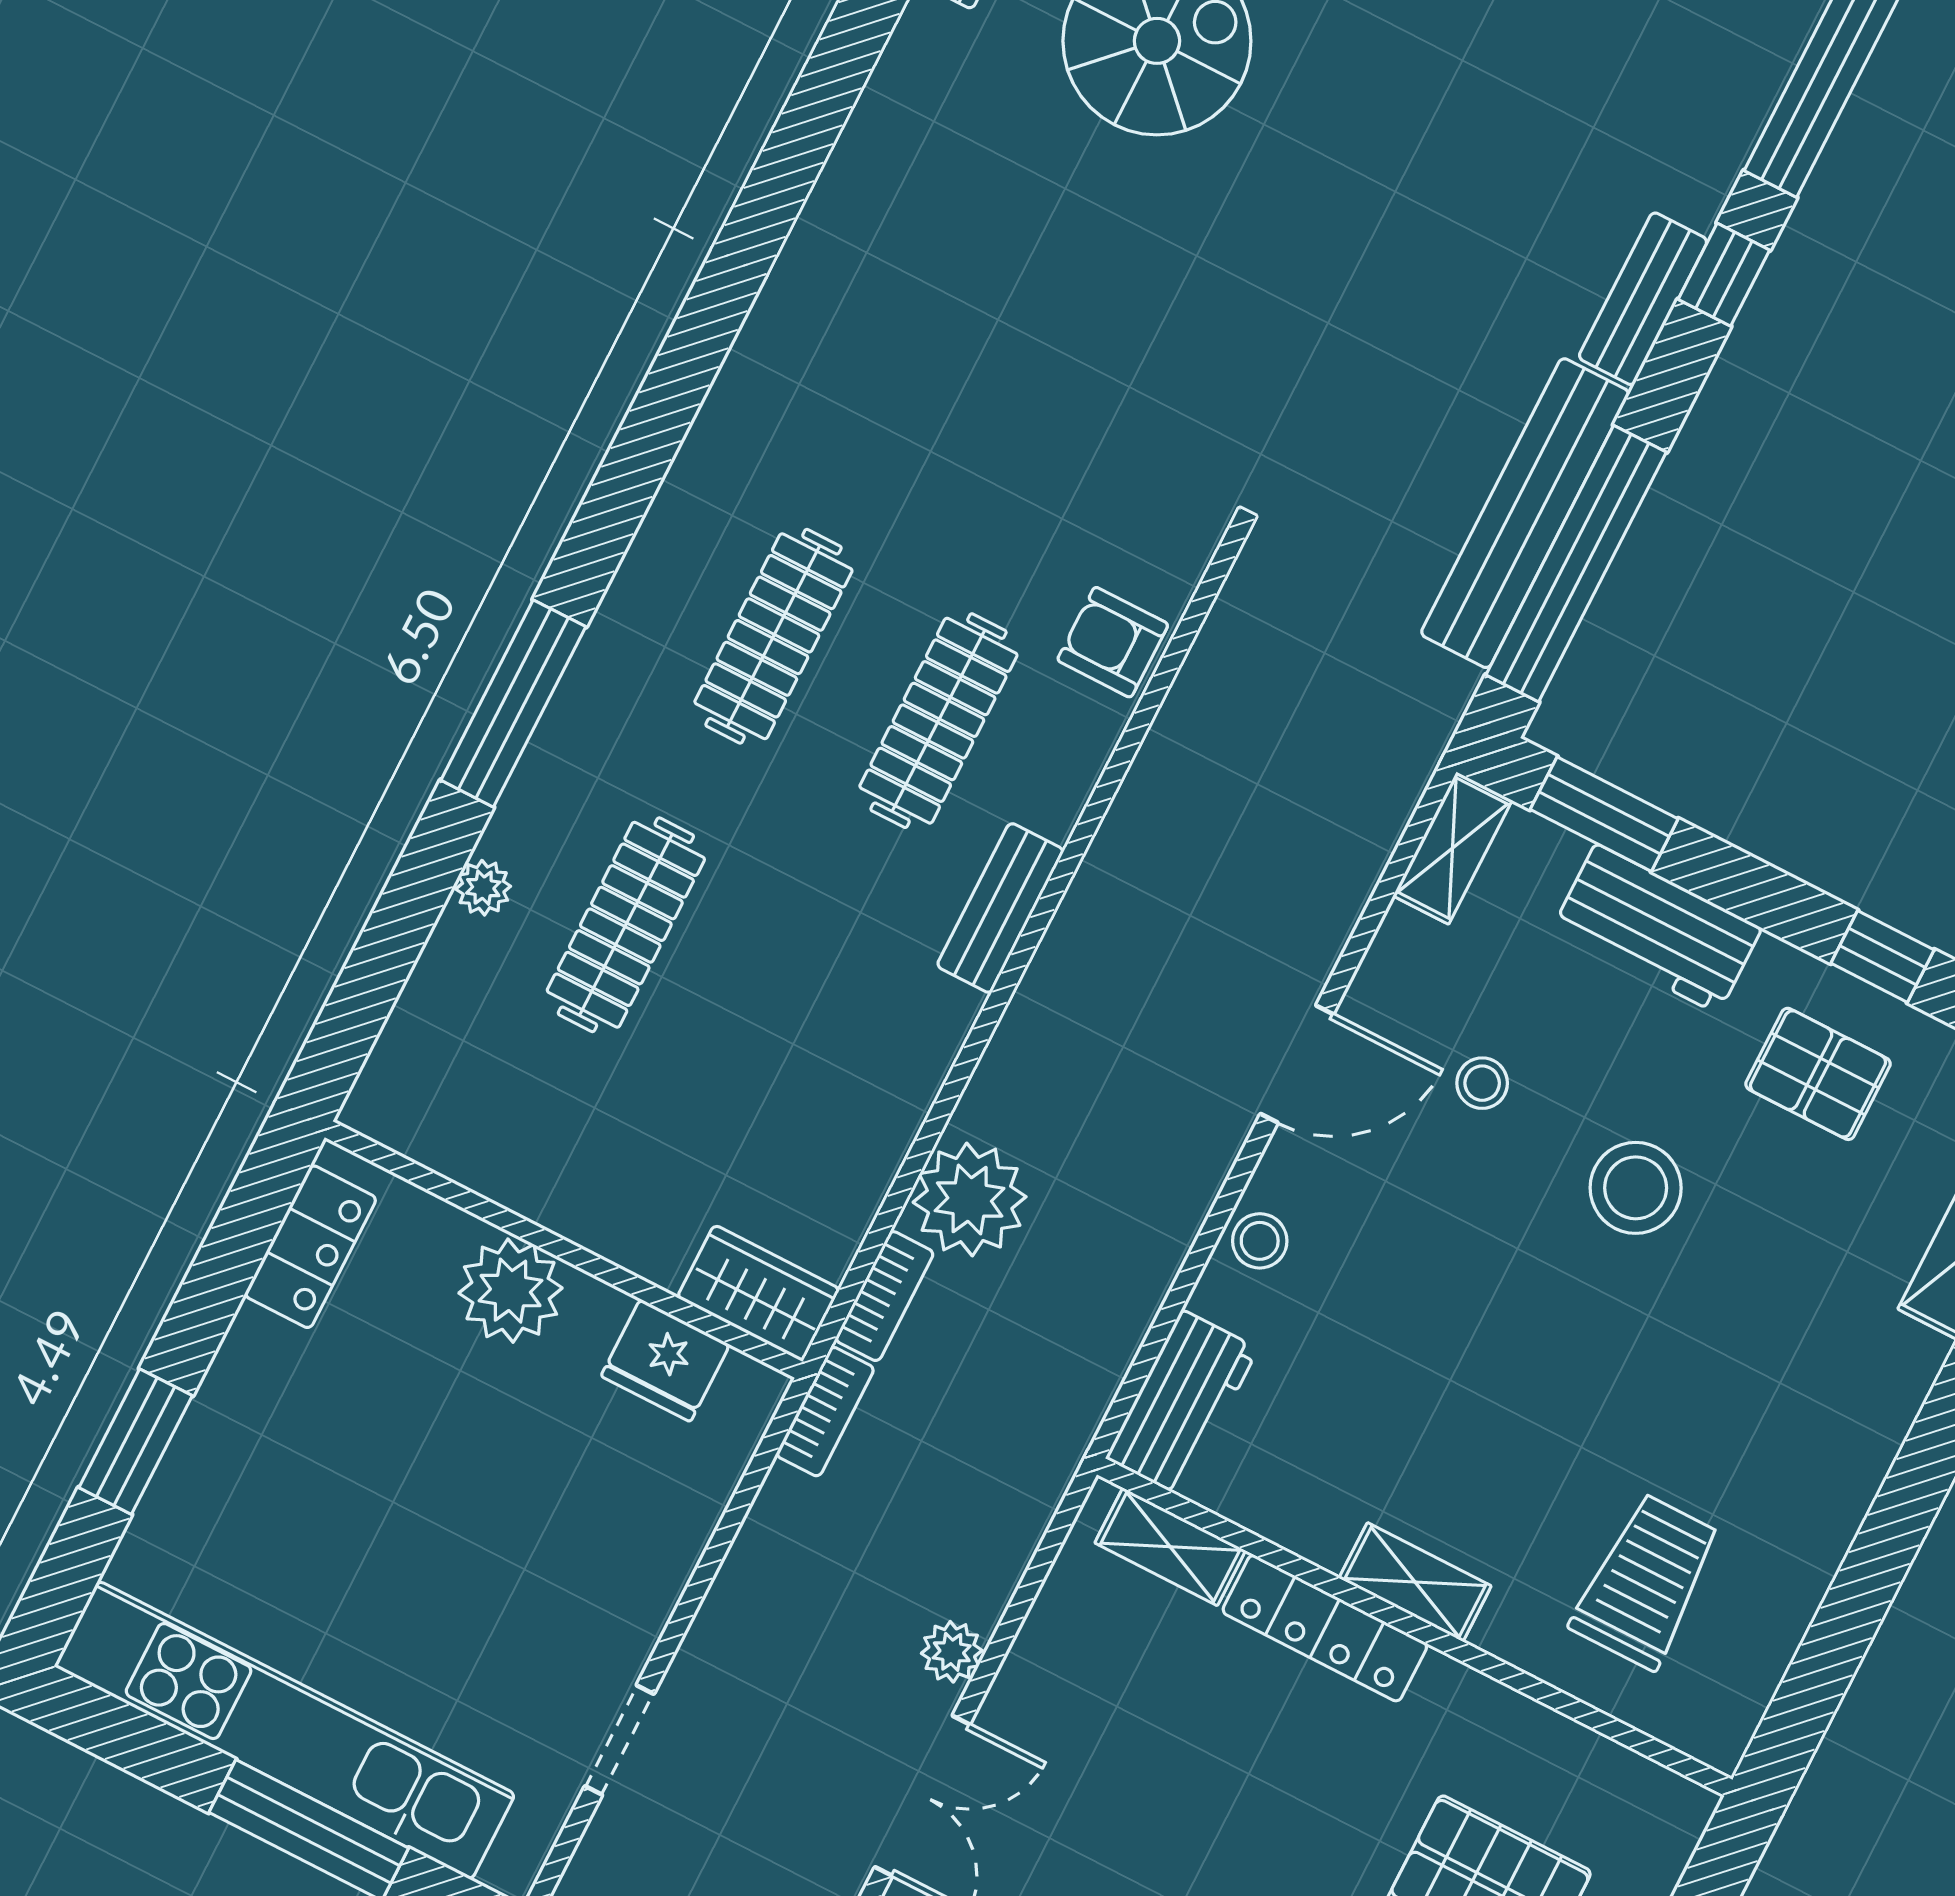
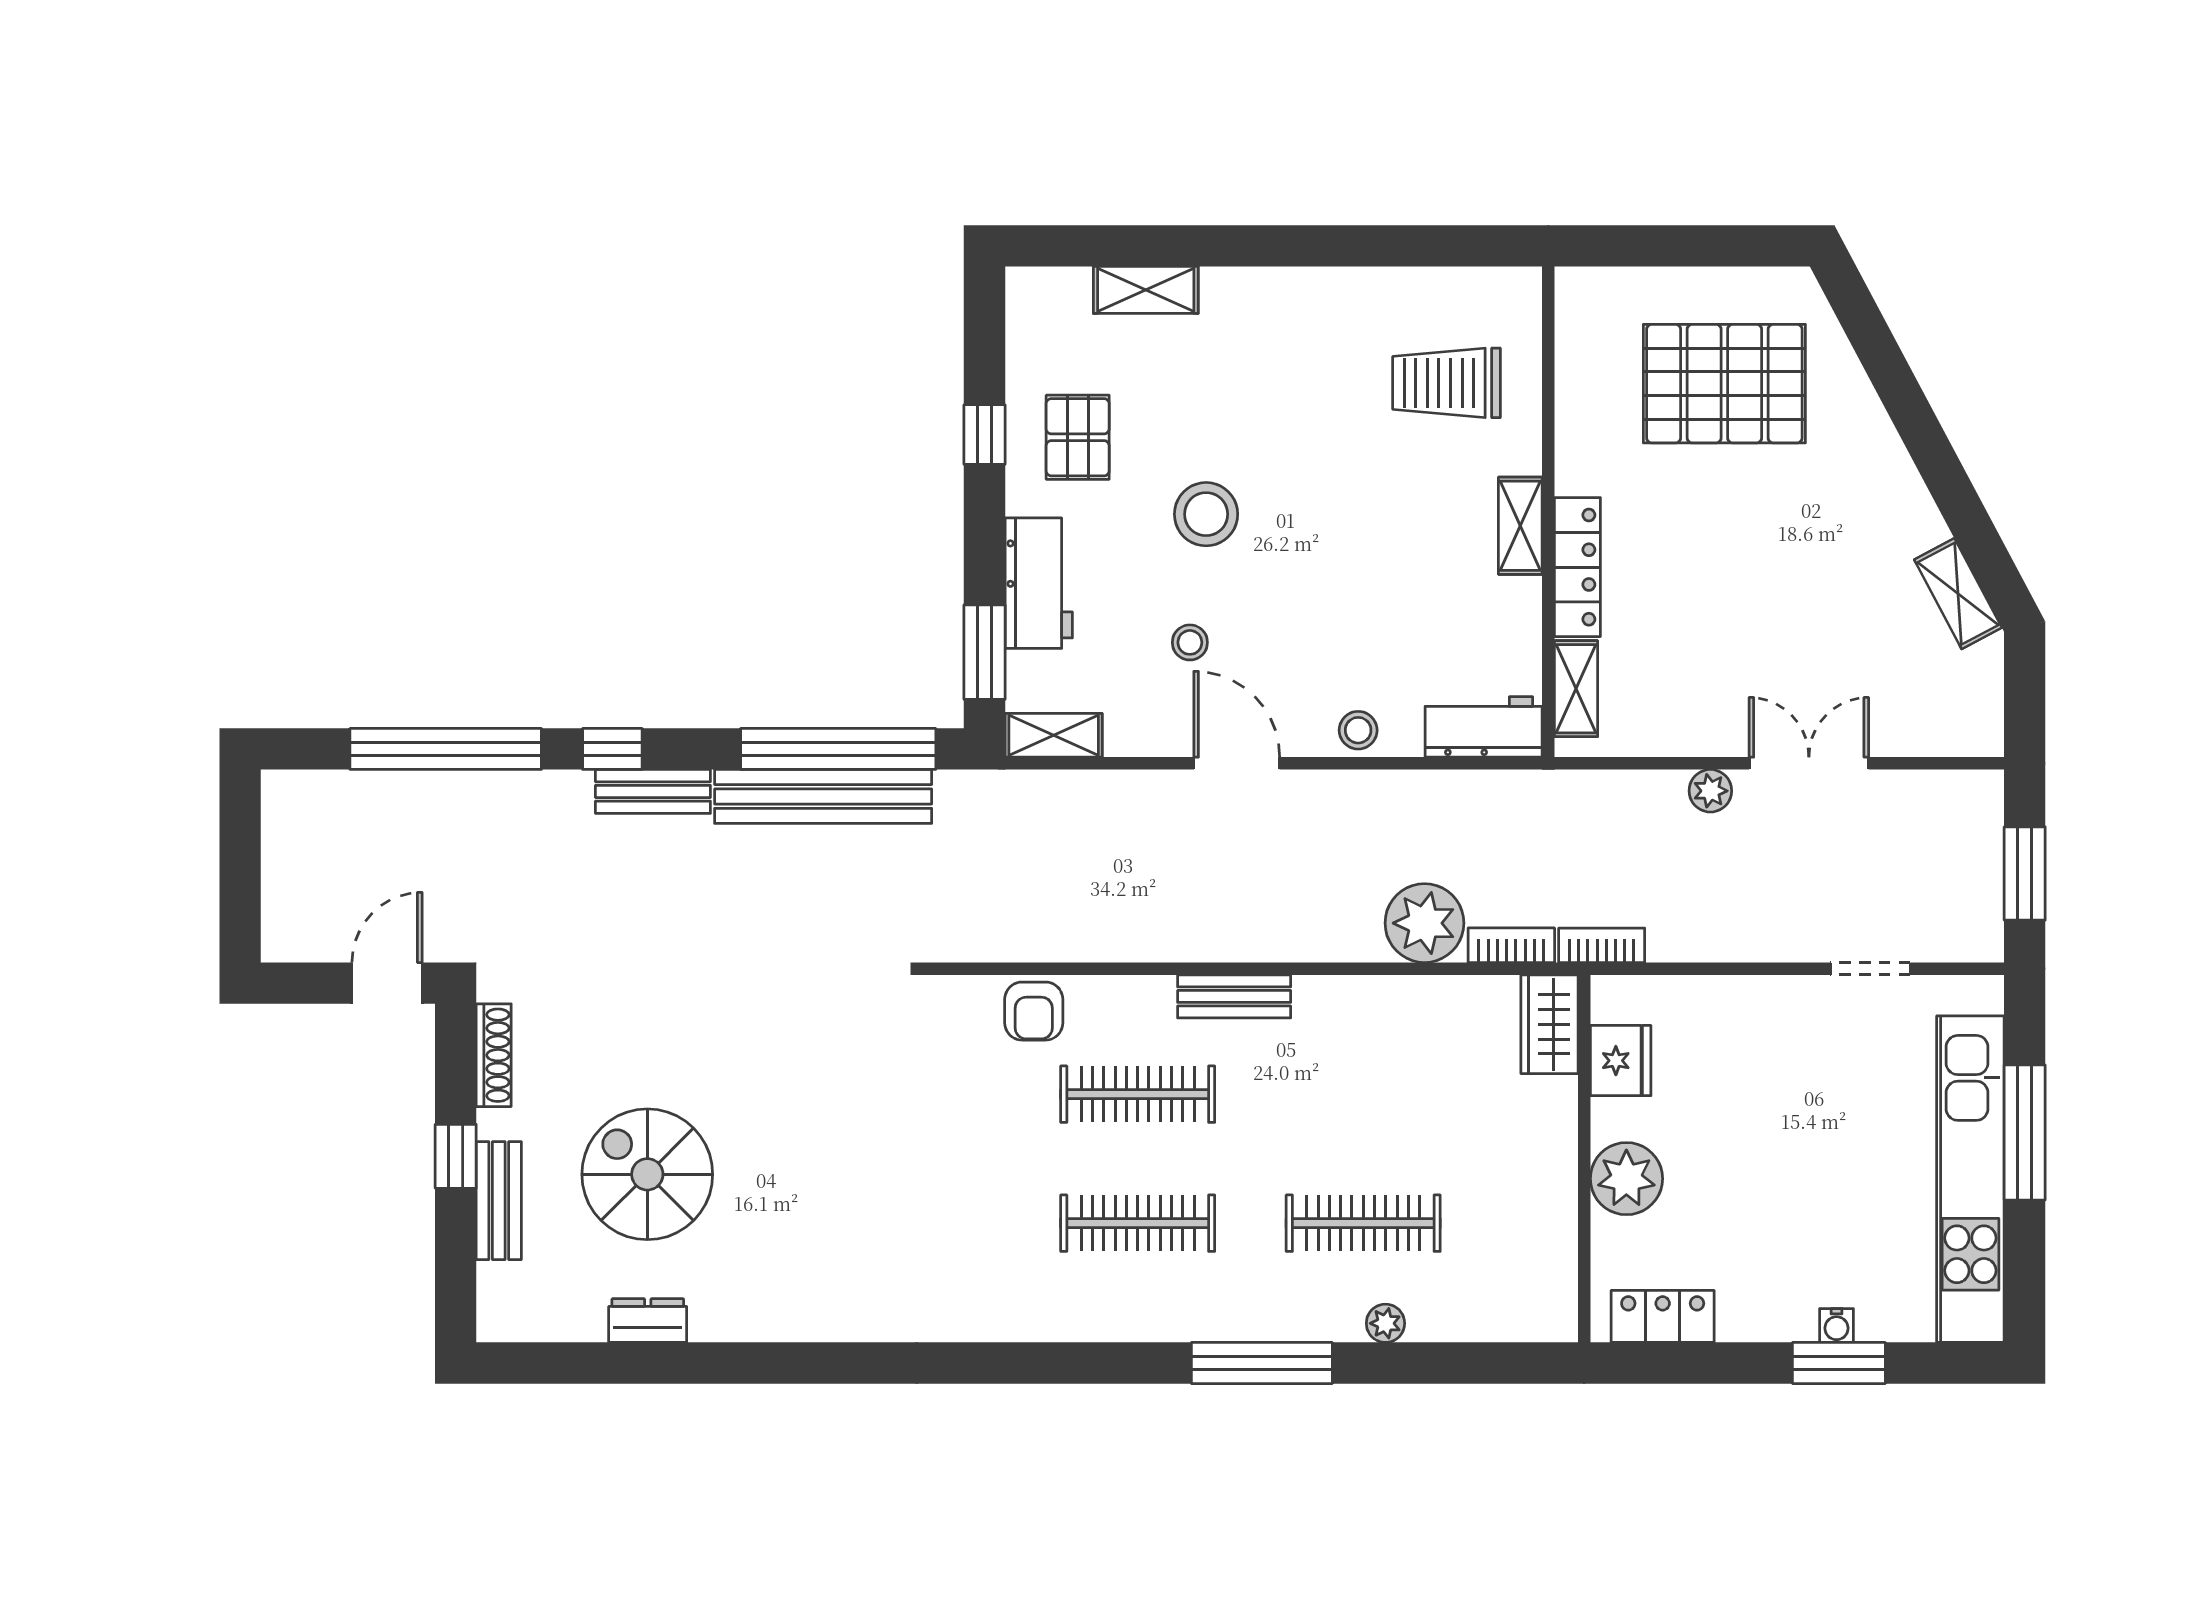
water cooler: (185, 1463) -> (1837, 1326), added

